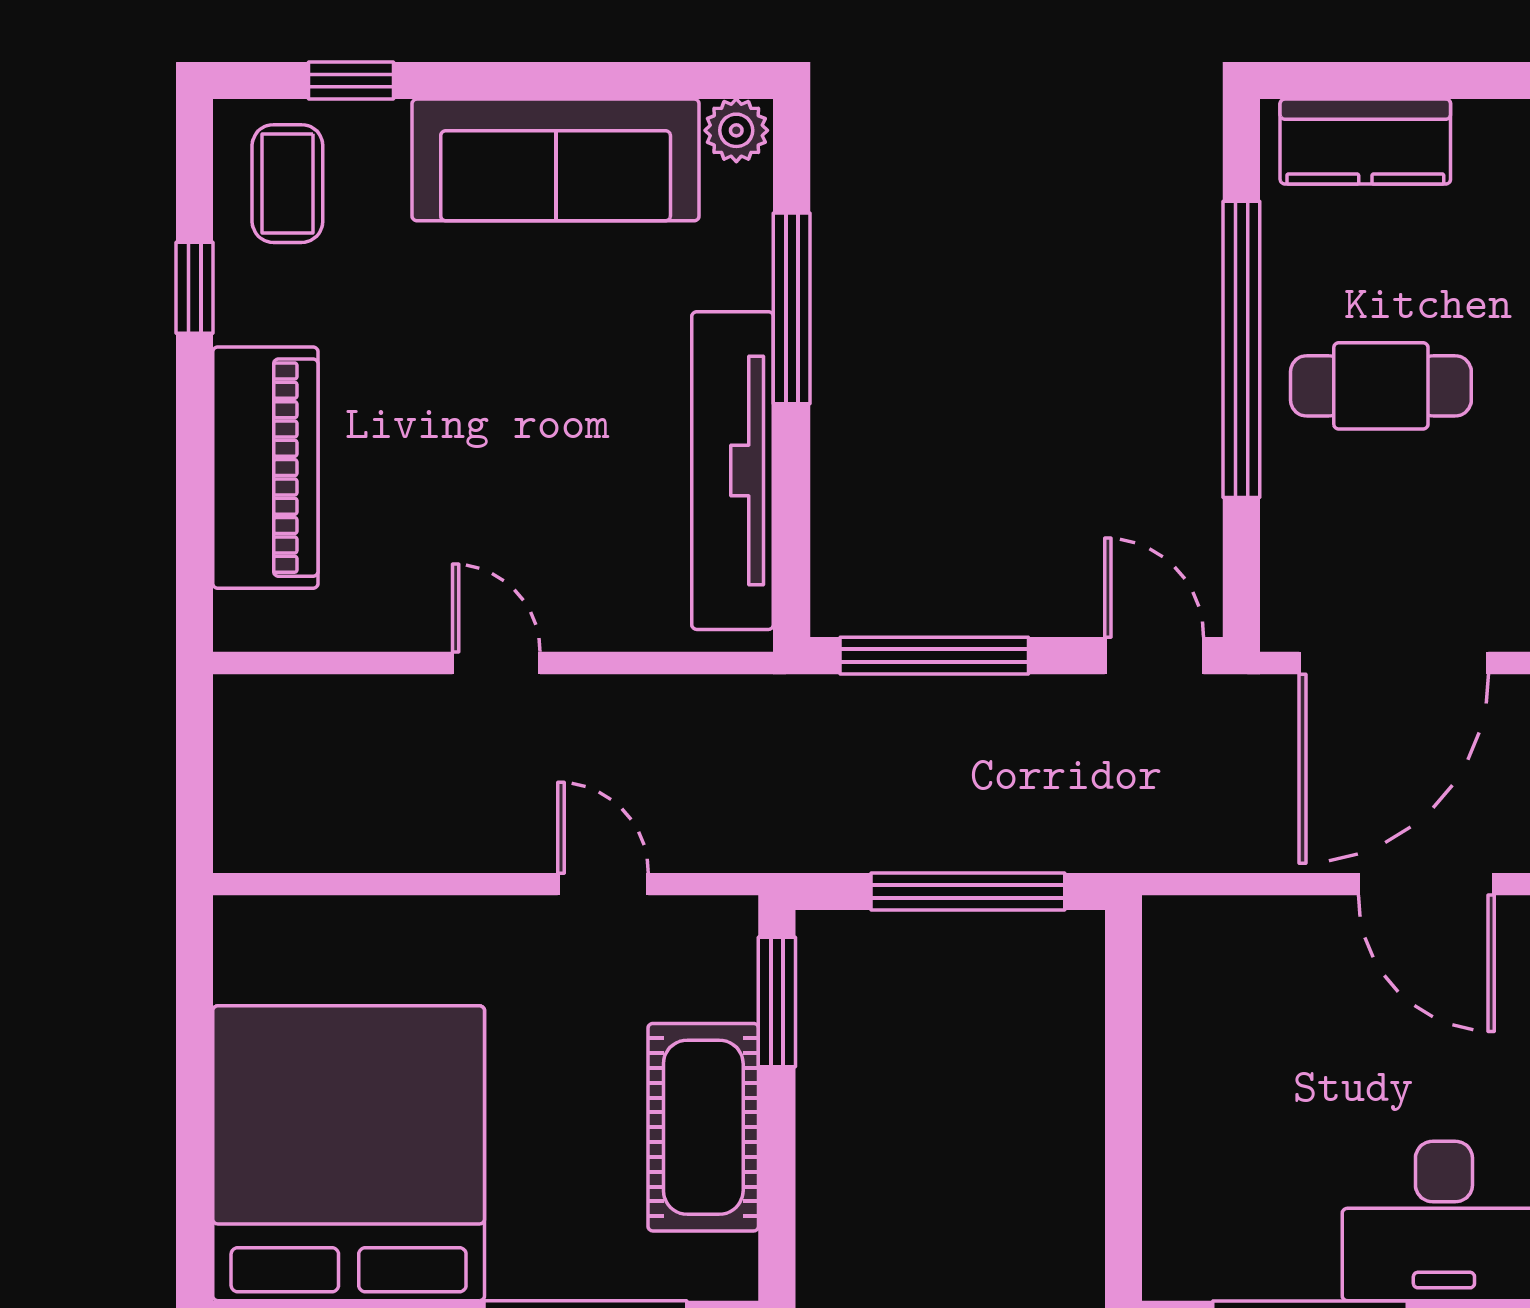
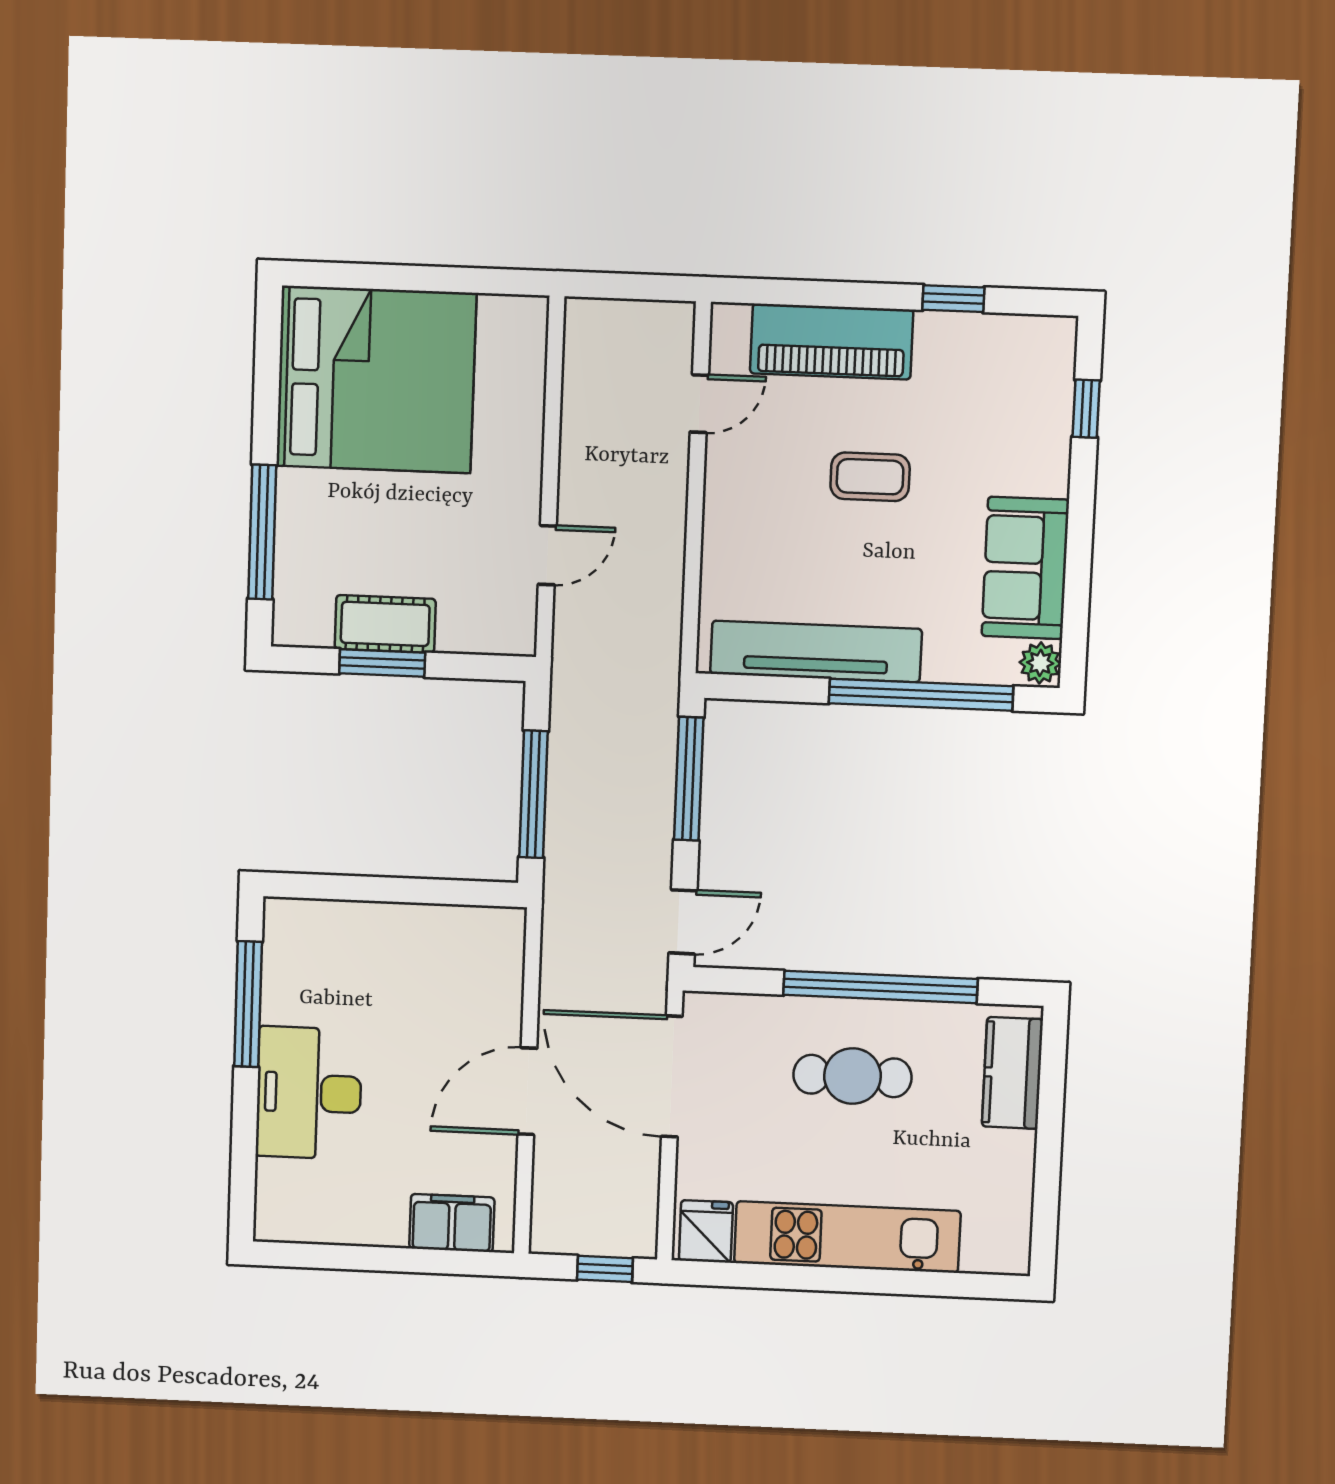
sofa: (556, 160) -> (1025, 568), width x0.73
coffee table: (287, 184) -> (870, 477), moved
window: (792, 308) -> (921, 695), width x1.46
cafe table: (1381, 386) -> (852, 1076), turned 90
door: (496, 663) -> (699, 404), moved
window: (777, 1002) -> (382, 663), moved
cot: (703, 1127) -> (385, 624), width x0.73, depth x0.75

